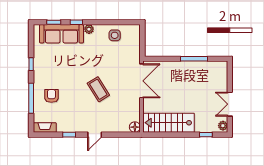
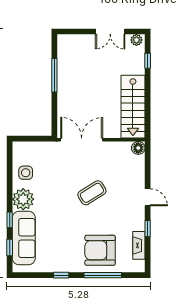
plant: (89, 29) -> (23, 199), width x1.88, depth x1.88
armchair: (51, 96) -> (100, 250), width x1.88, depth x1.88
fireplace: (45, 128) -> (139, 245), moved

